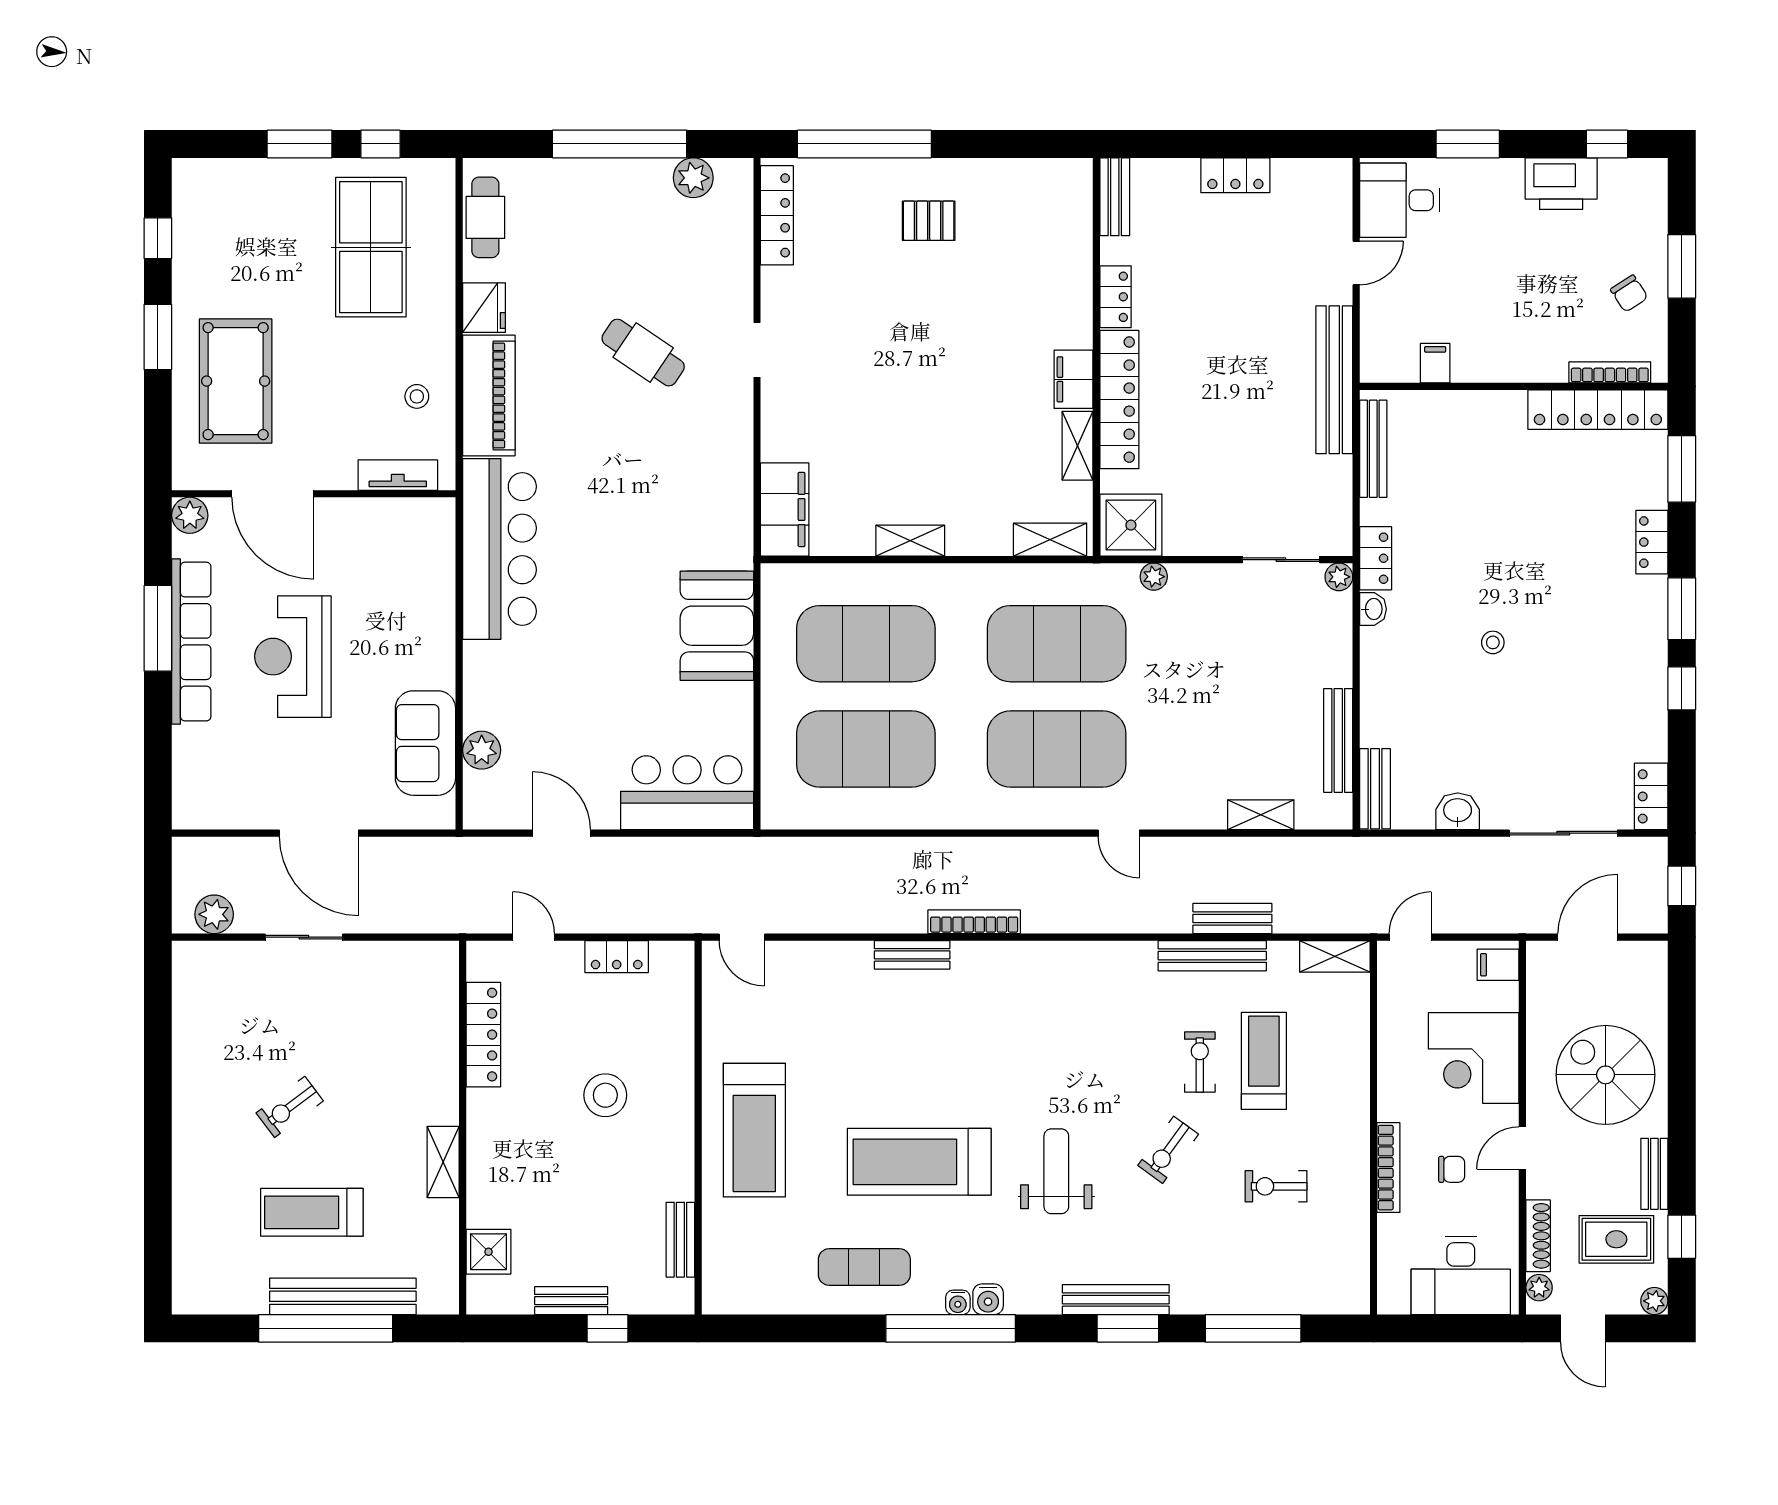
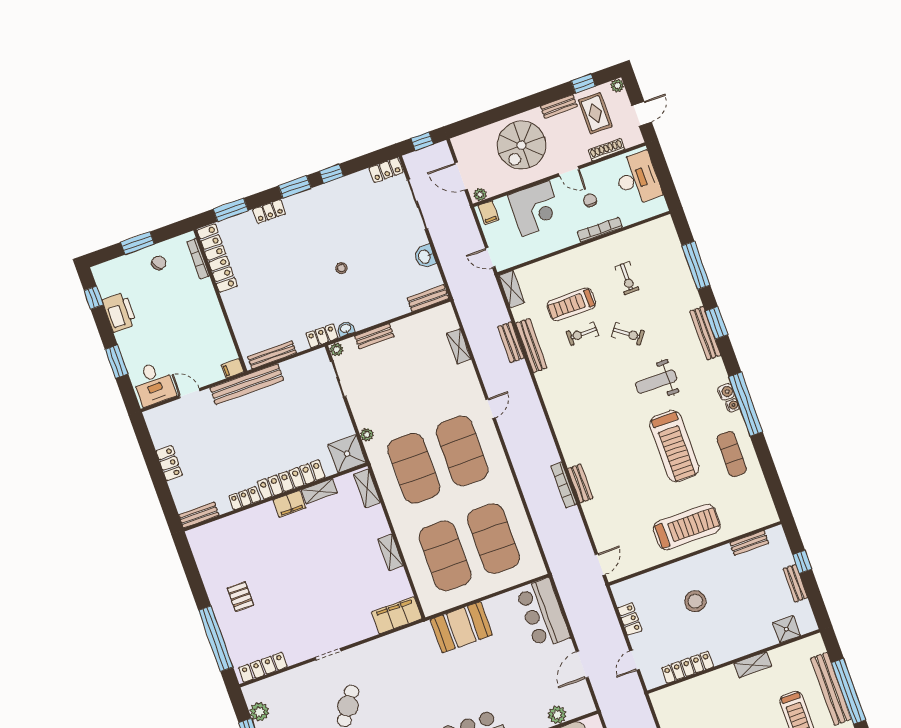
filing cabinet: (1435, 363) -> (233, 368), moved
bench: (1338, 740) -> (374, 336), moved, width x0.73
bookcase: (974, 922) -> (564, 485), moved
plant: (1539, 1288) -> (480, 194), moved

